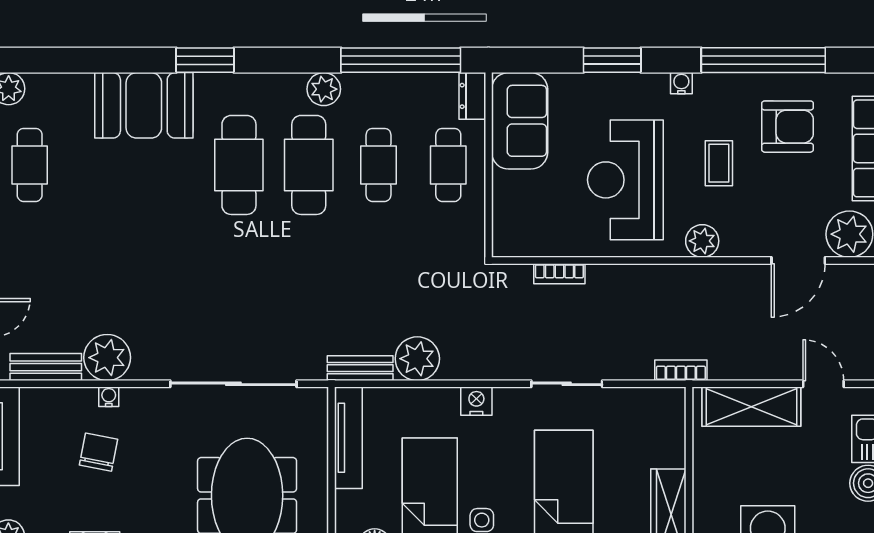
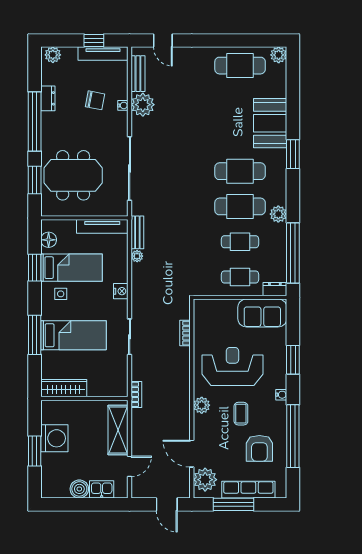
coffee table: (719, 163) -> (241, 414), turned 90
cafe table: (30, 165) -> (240, 66), width x1.37, depth x1.35
plant: (417, 359) -> (137, 256), width x0.53, depth x0.53

